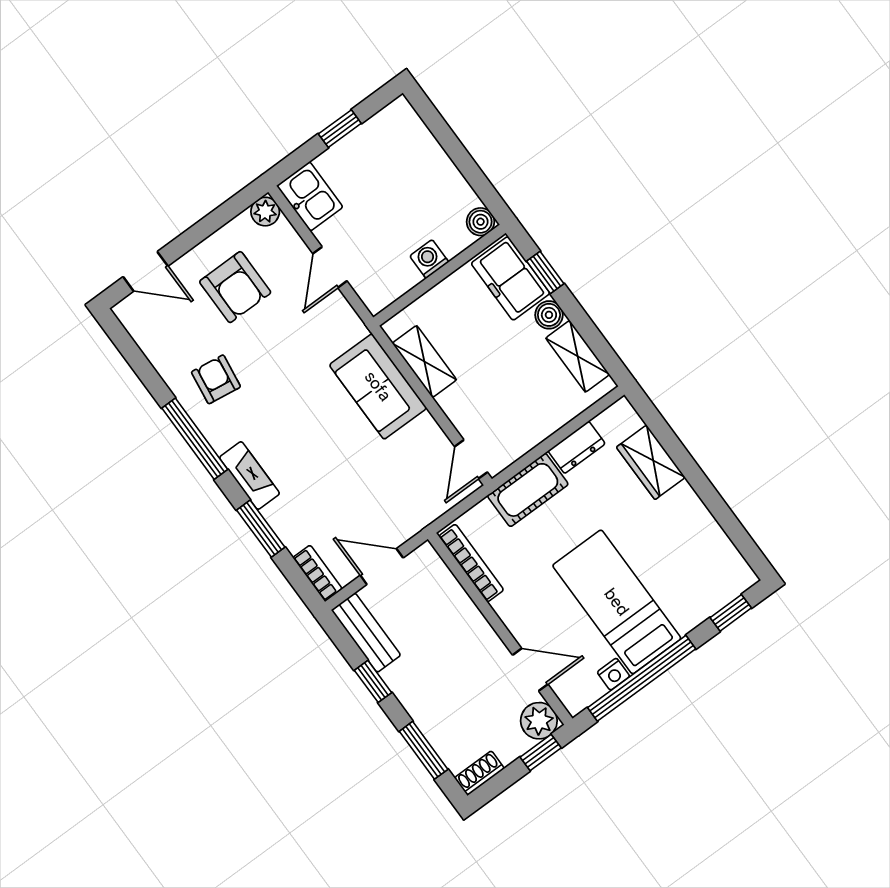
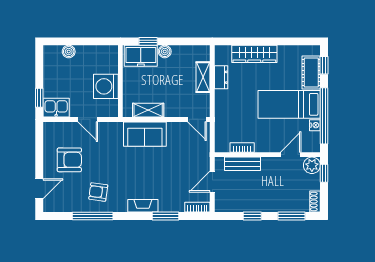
window: (340, 129) -> (39, 98), moved
plant: (265, 212) -> (50, 128), removed
boiler: (481, 222) -> (69, 52), moved
washing machine: (429, 259) -> (106, 86), width x1.89, depth x1.89
shelving: (578, 356) -> (203, 77), moved, turned 90
window: (195, 439) -> (93, 216), moved
wardrobe: (651, 462) -> (254, 54), width x1.50
cot: (528, 490) -> (311, 72), moved
bookcase: (471, 563) -> (242, 148), width x0.64
bench: (366, 633) -> (243, 164), moved

